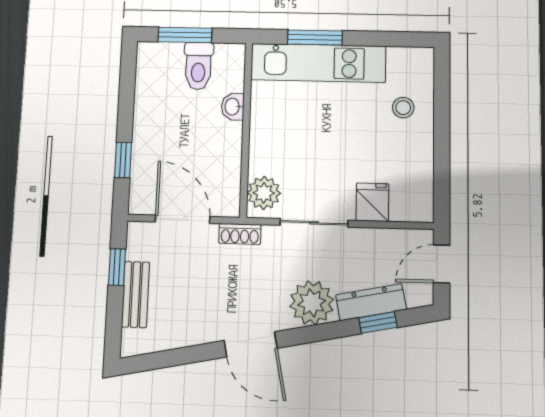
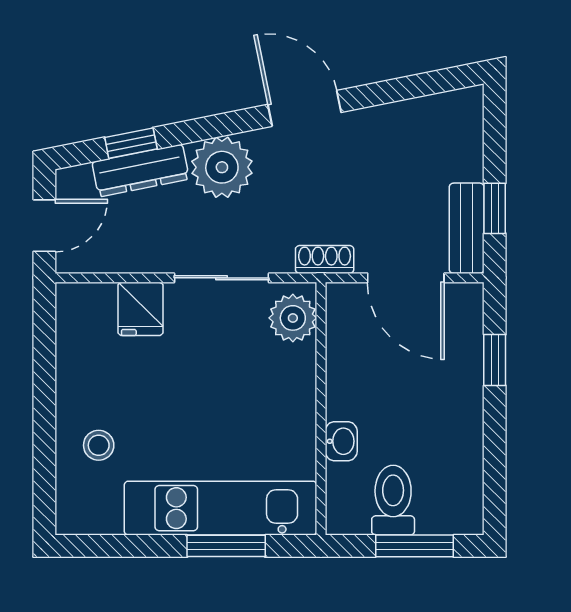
bench: (136, 294) -> (467, 228), moved

